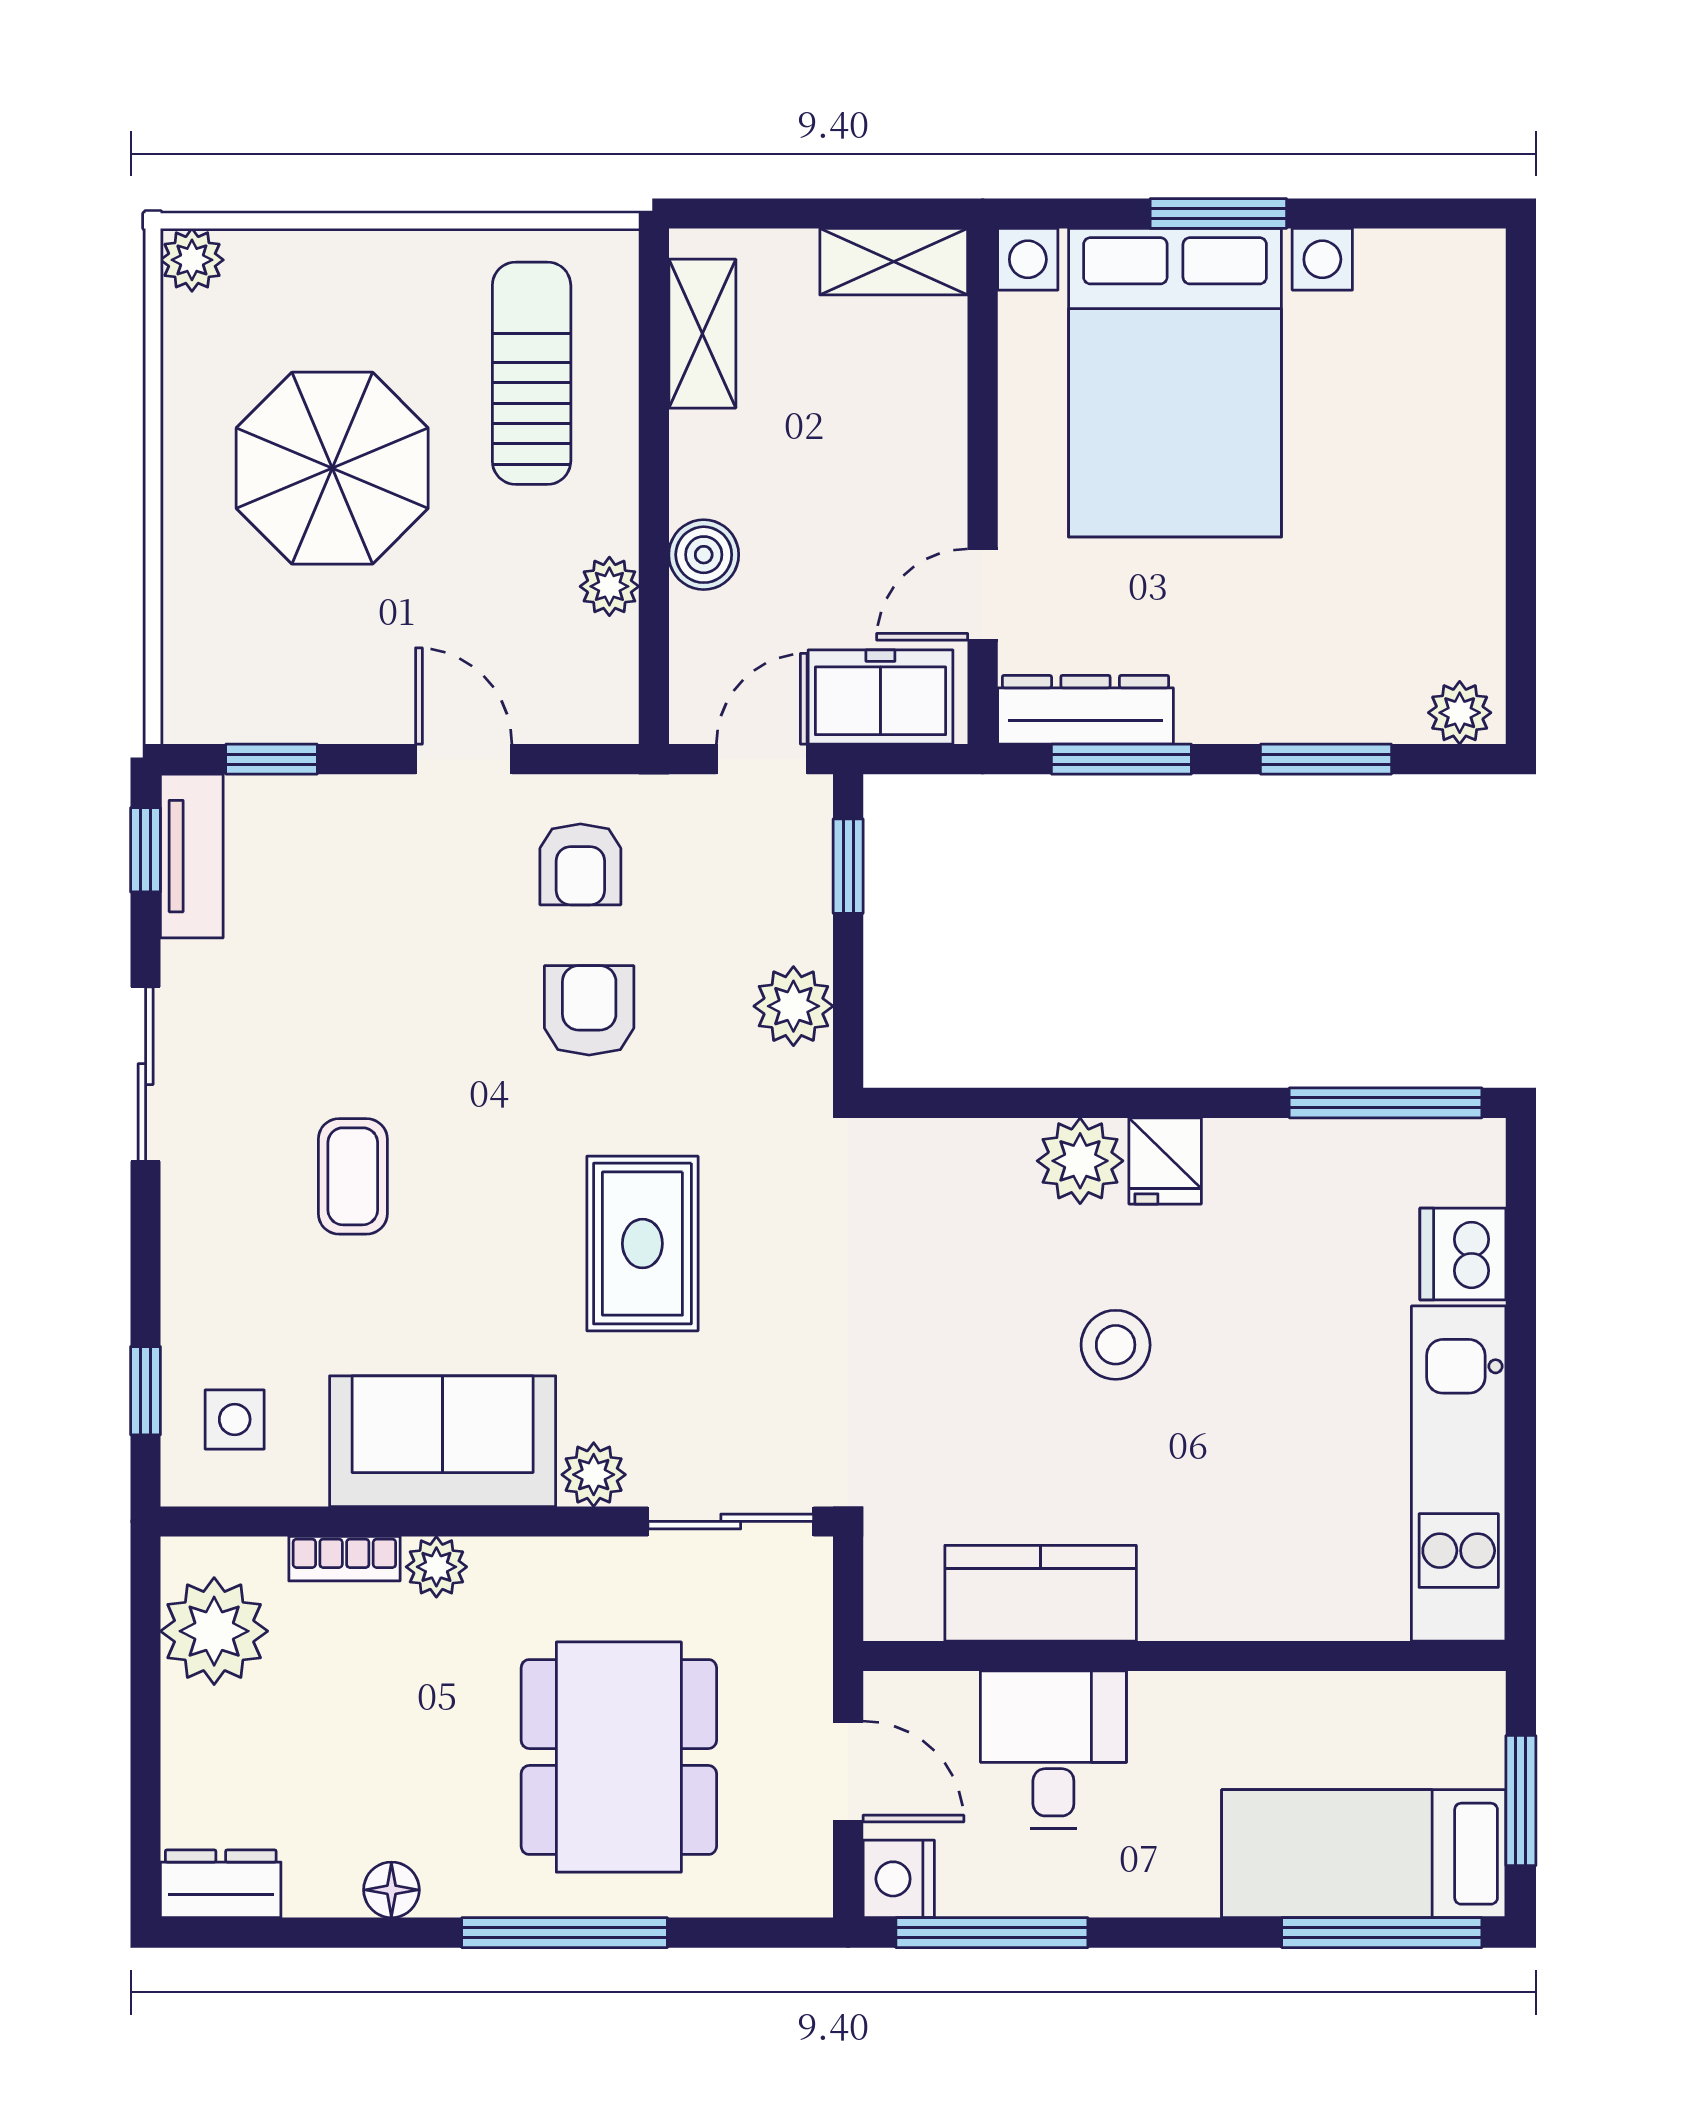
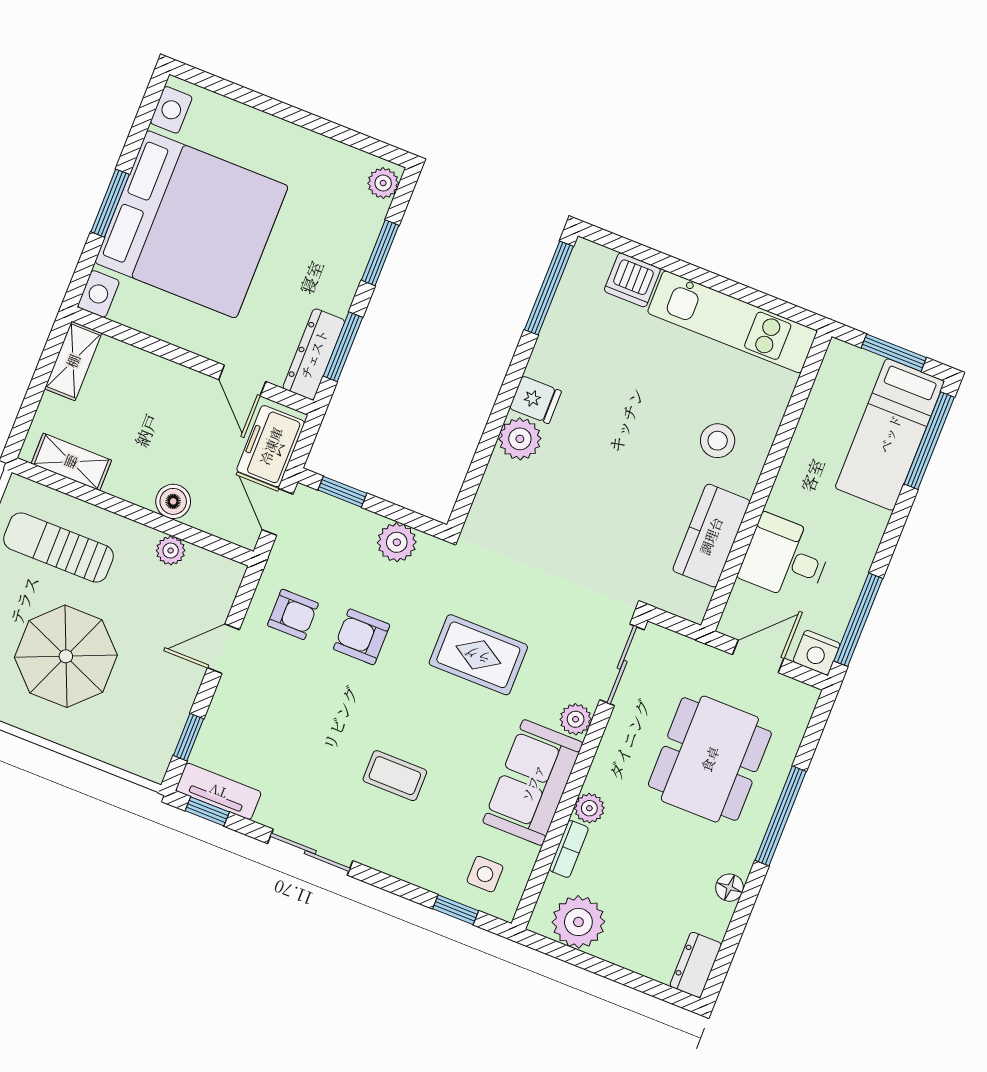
bed with nightstands: (1175, 383) -> (191, 224), width x1.36
stool: (1116, 1345) -> (718, 441), moved
dining table: (619, 1757) -> (710, 759), turned 90

